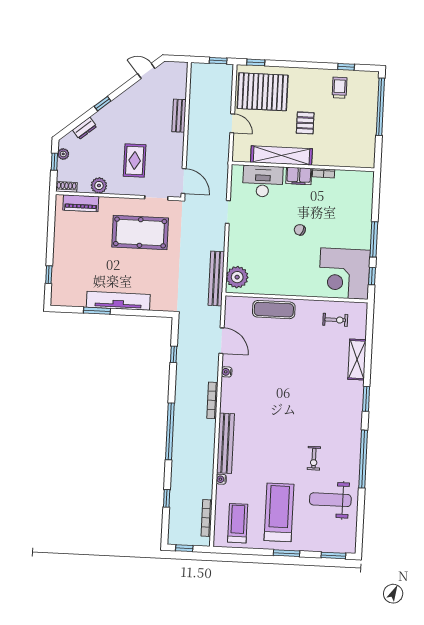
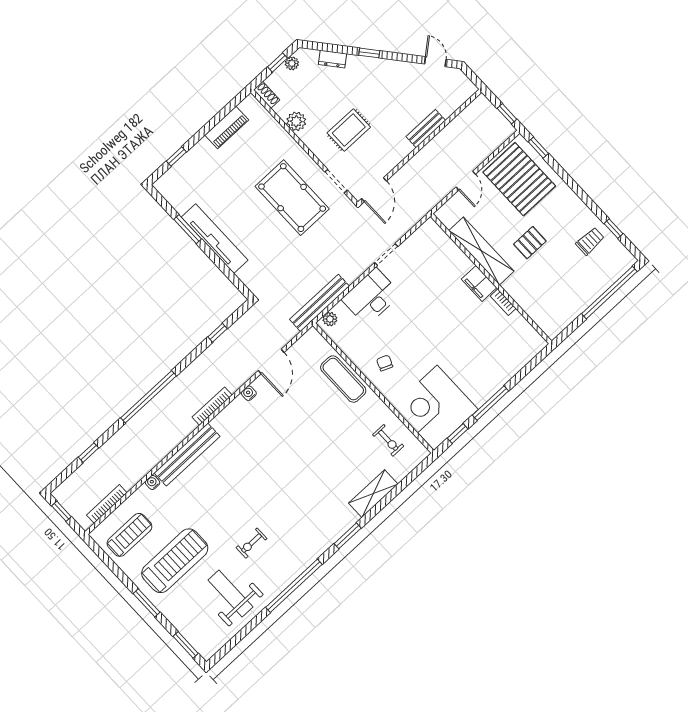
desk: (263, 181) -> (371, 297), moved, turned -90
piano: (81, 203) -> (227, 128), moved, turned -90
chair: (300, 230) -> (385, 363), moved
plant: (237, 277) -> (330, 319), width x0.53, depth x0.53

